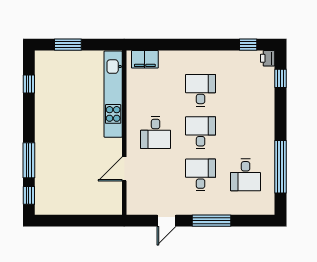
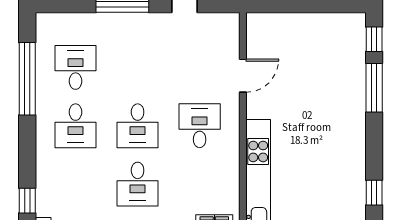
desk: (201, 175) -> (76, 126), moved

